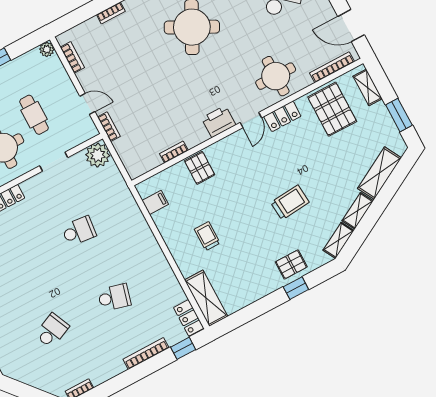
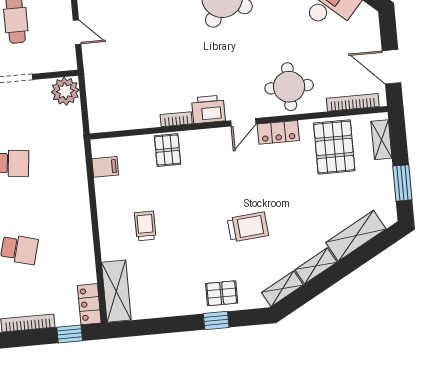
bookcase: (109, 127) -> (90, 66), removed
bookcase: (174, 152) -> (176, 119), moved

